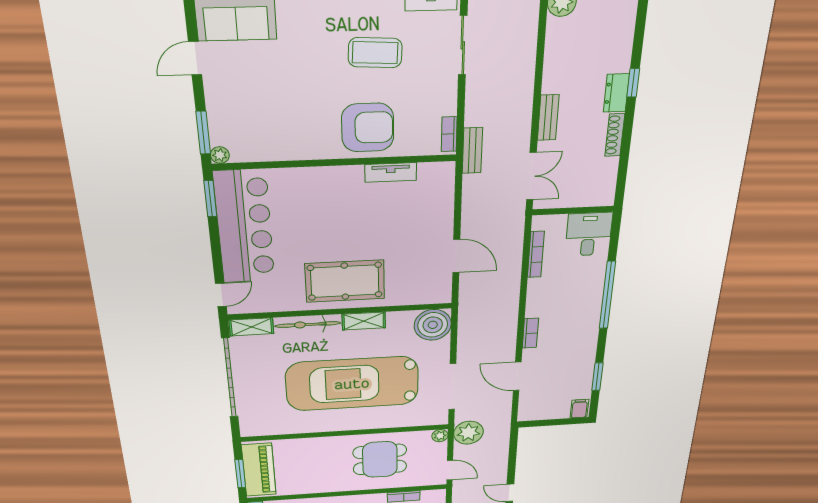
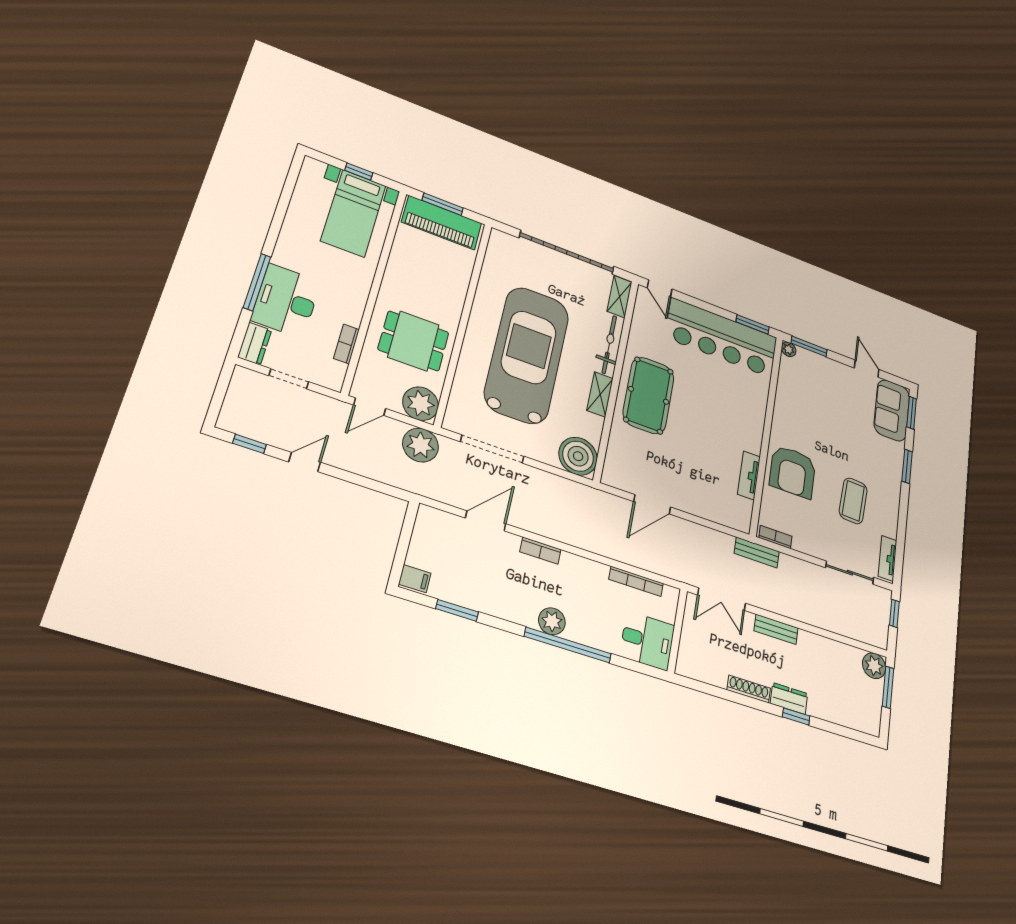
plant: (590, 311) -> (552, 621), added
plant: (440, 436) -> (421, 404), width x1.88, depth x1.88
dining table: (380, 459) -> (413, 341), turned 90

